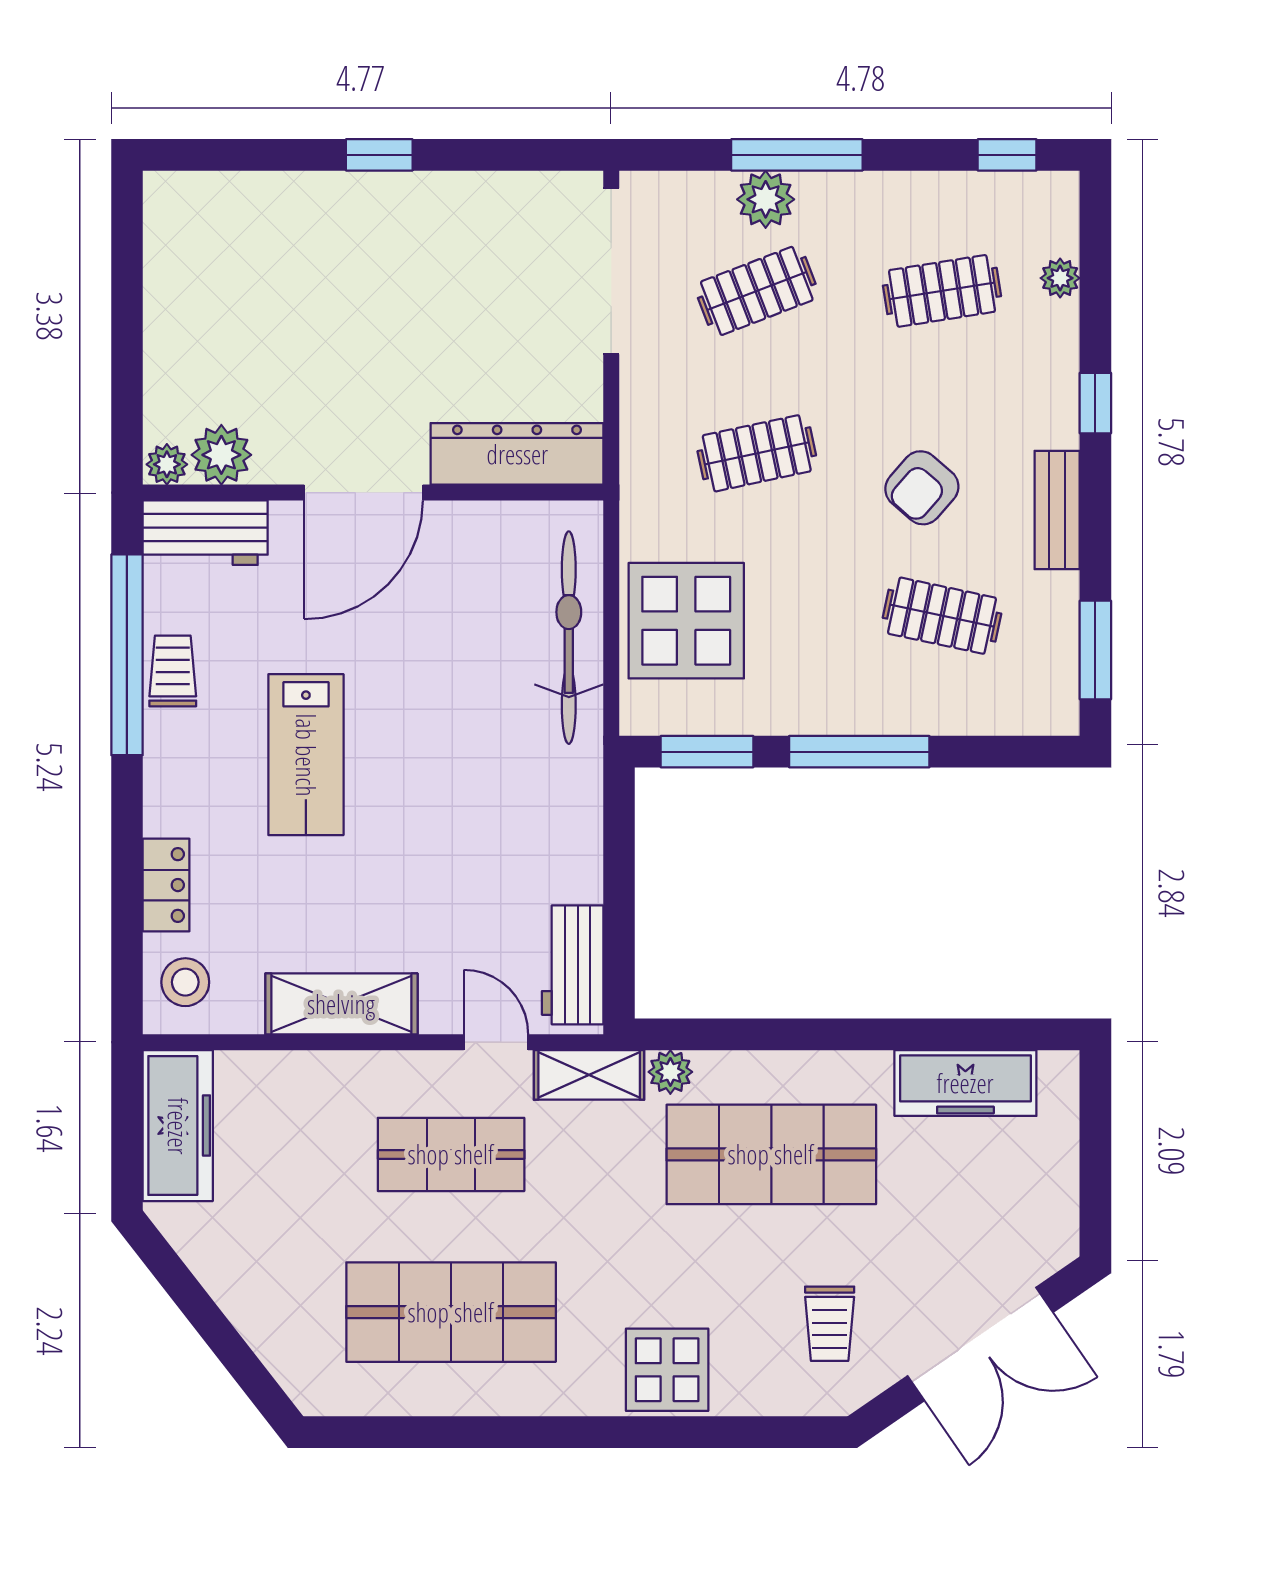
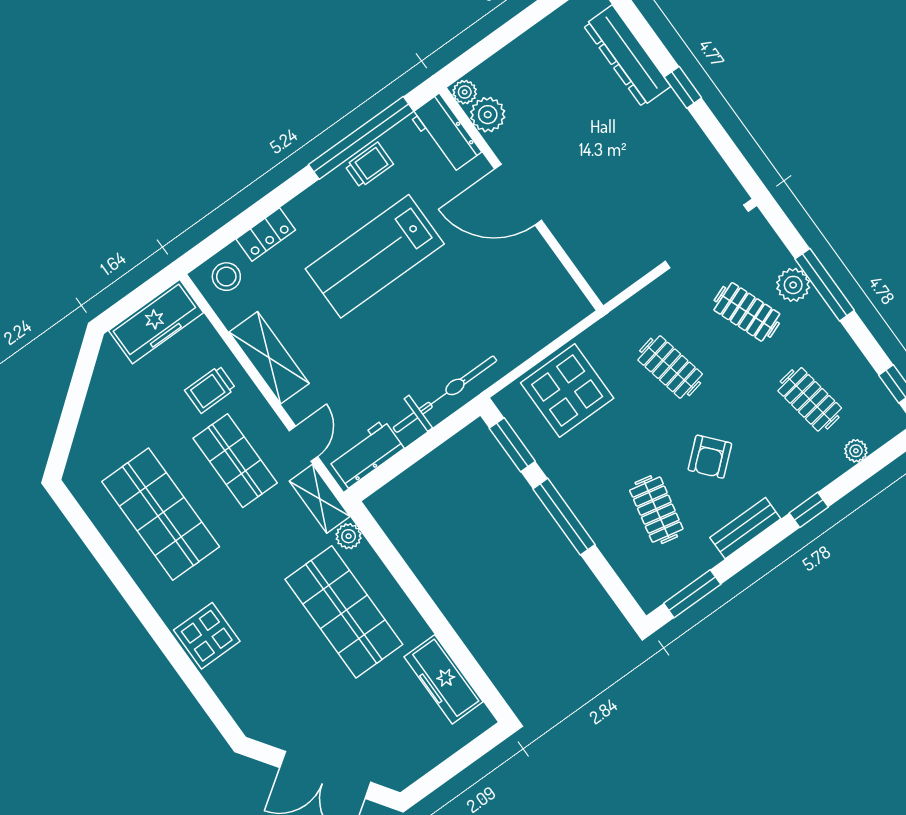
dresser: (517, 454) -> (627, 56), moved, turned 180
armchair: (922, 488) -> (710, 457), turned -82
bicycle: (569, 638) -> (445, 394), moved
lab bench: (306, 755) -> (375, 256), width x1.36, depth x1.39
trolley: (830, 1324) -> (210, 389), moved

